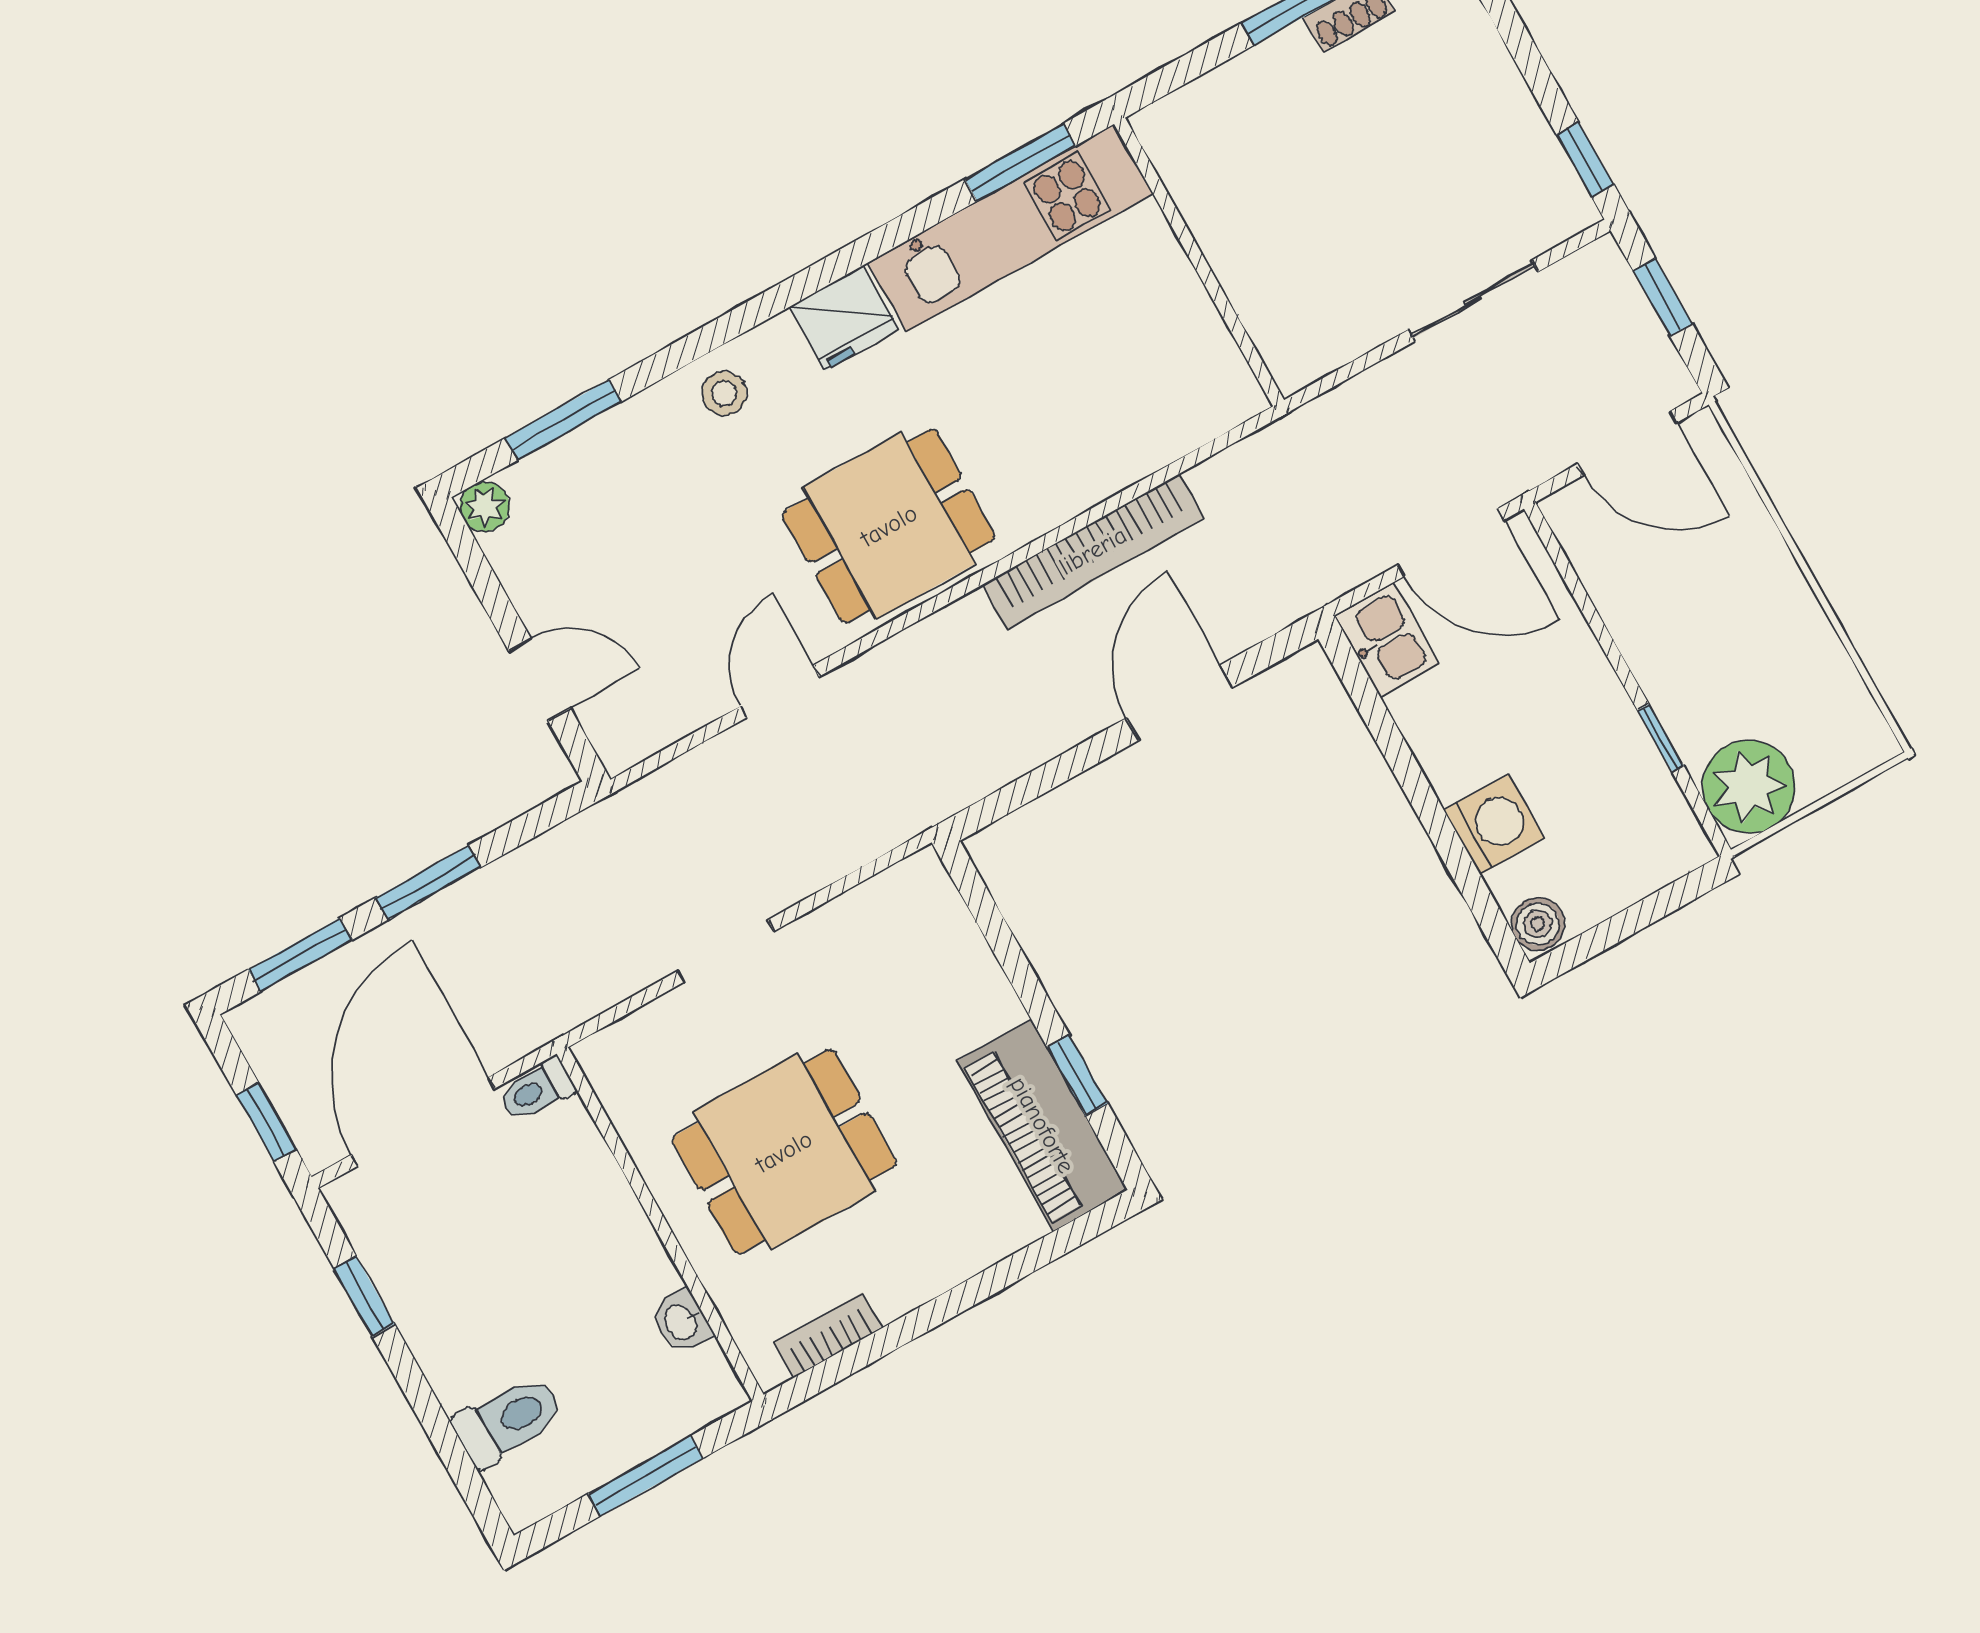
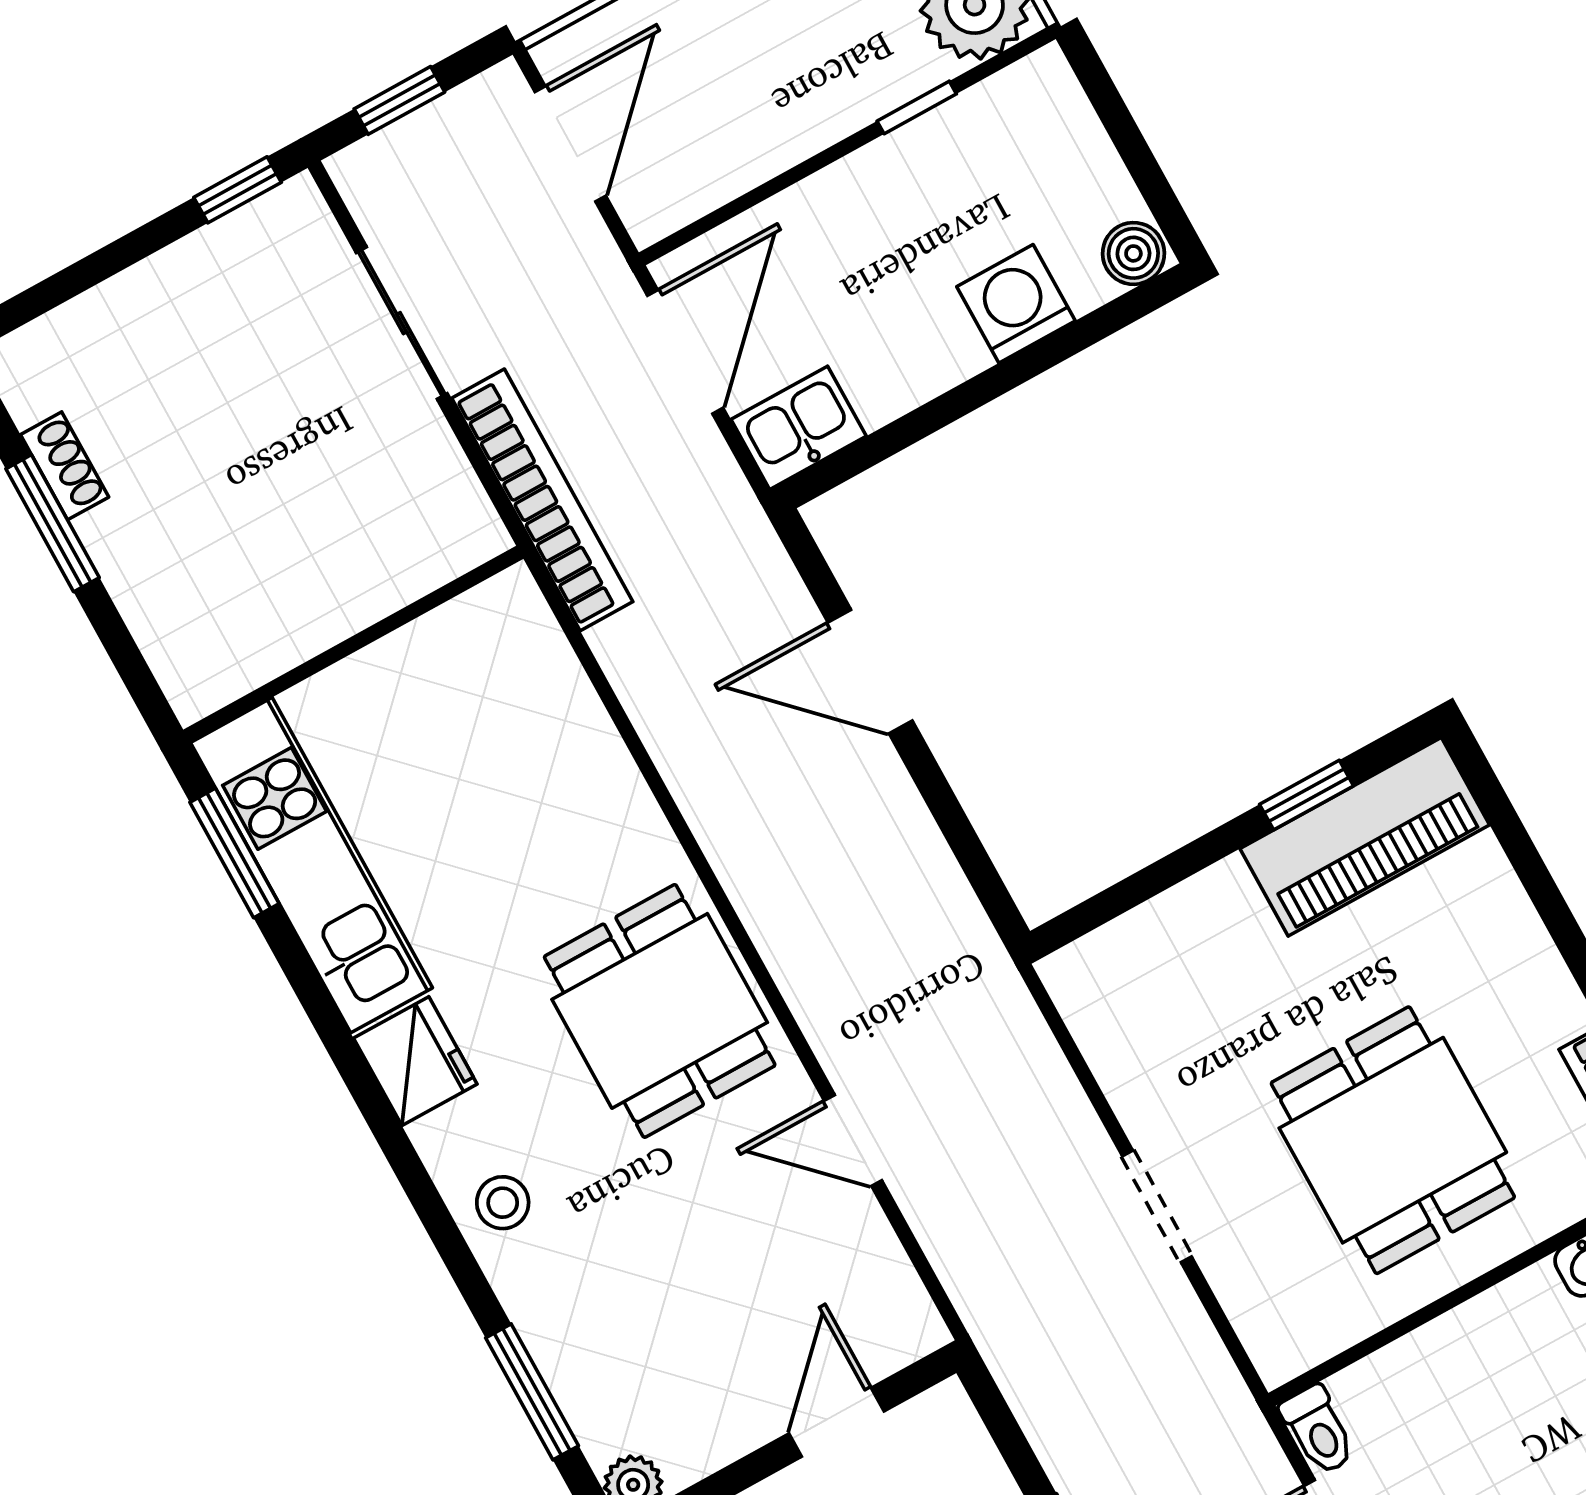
bookcase: (1093, 551) -> (542, 500), moved

